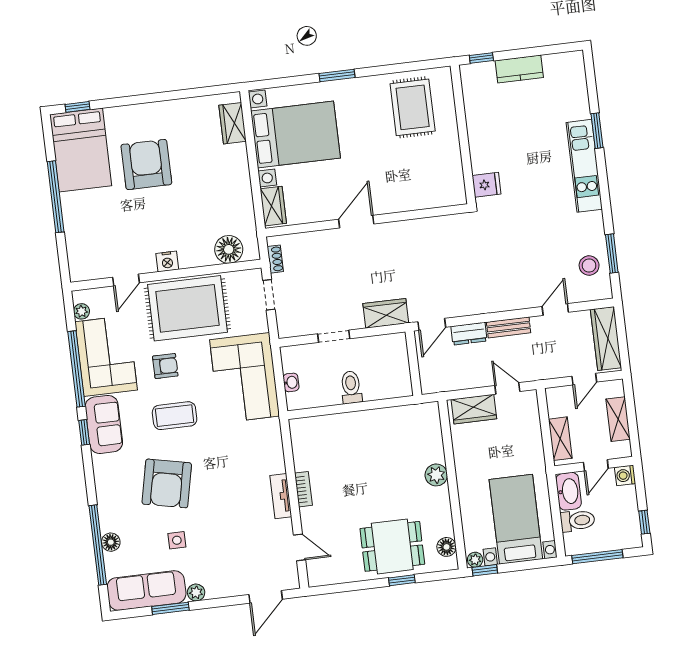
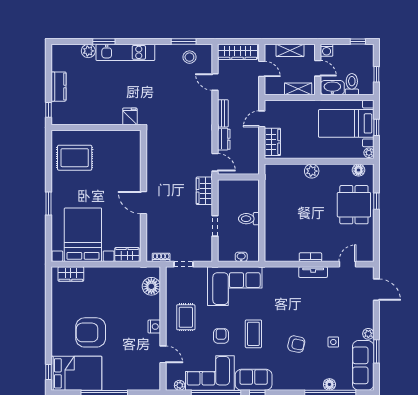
plant: (580, 108) -> (88, 51), added
rug: (187, 308) -> (186, 317), width x0.54, depth x0.49
armchair: (167, 483) -> (296, 344), width x0.53, depth x0.53
window: (597, 557) -> (376, 74), width x0.46
window: (485, 570) -> (376, 127), moved

